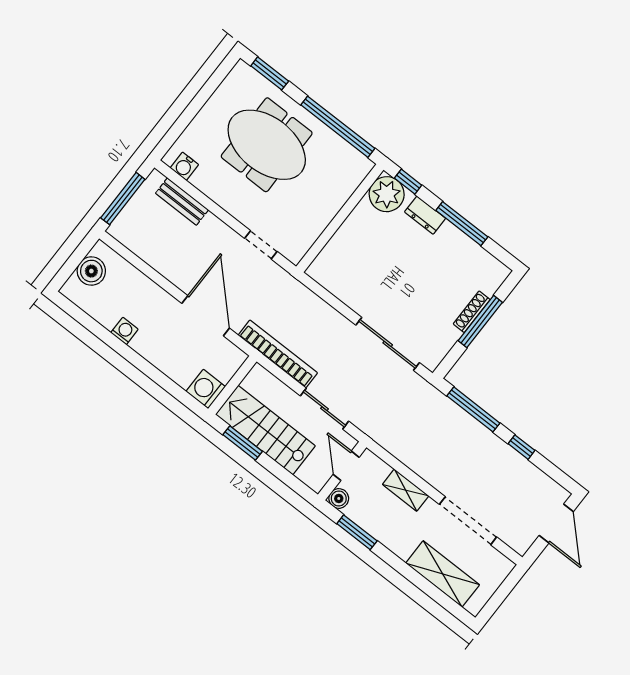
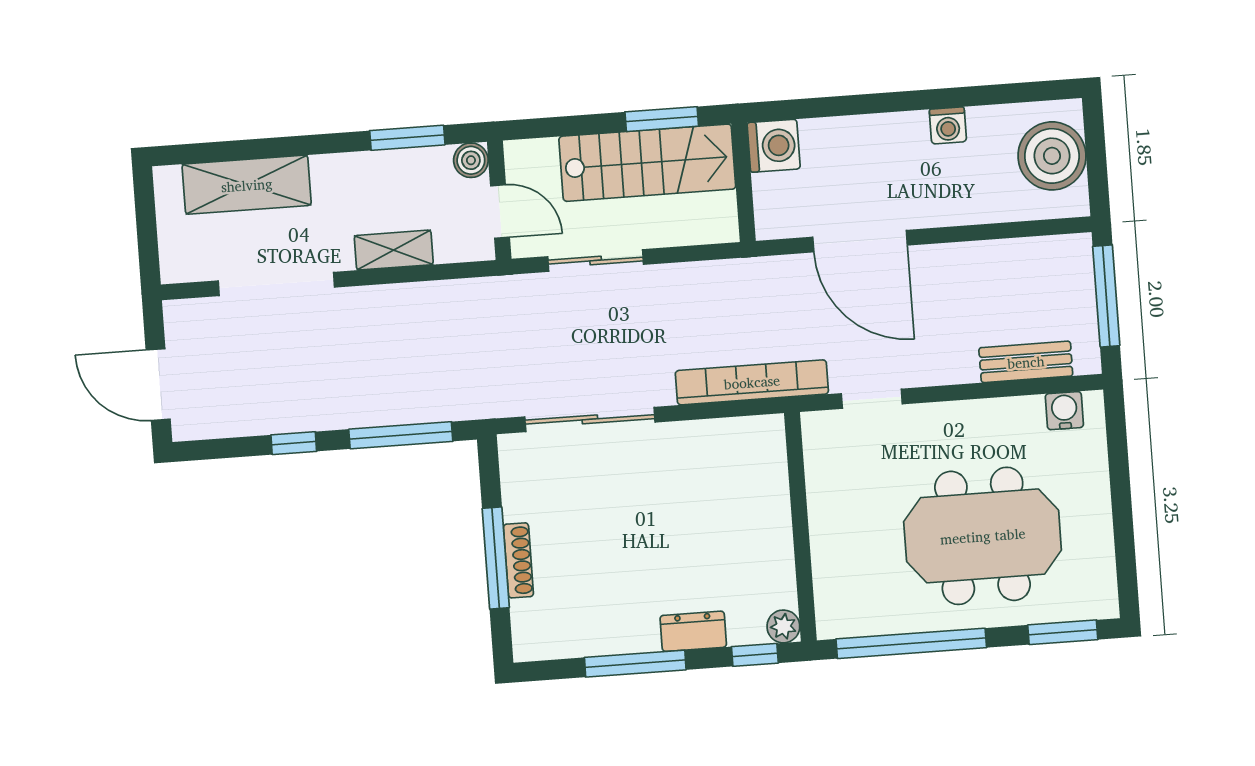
plant: (387, 194) -> (783, 626), width x0.53, depth x0.53
boiler: (91, 271) -> (1052, 156), width x1.37, depth x1.37
bookcase: (278, 354) -> (752, 382), moved, turned 180

